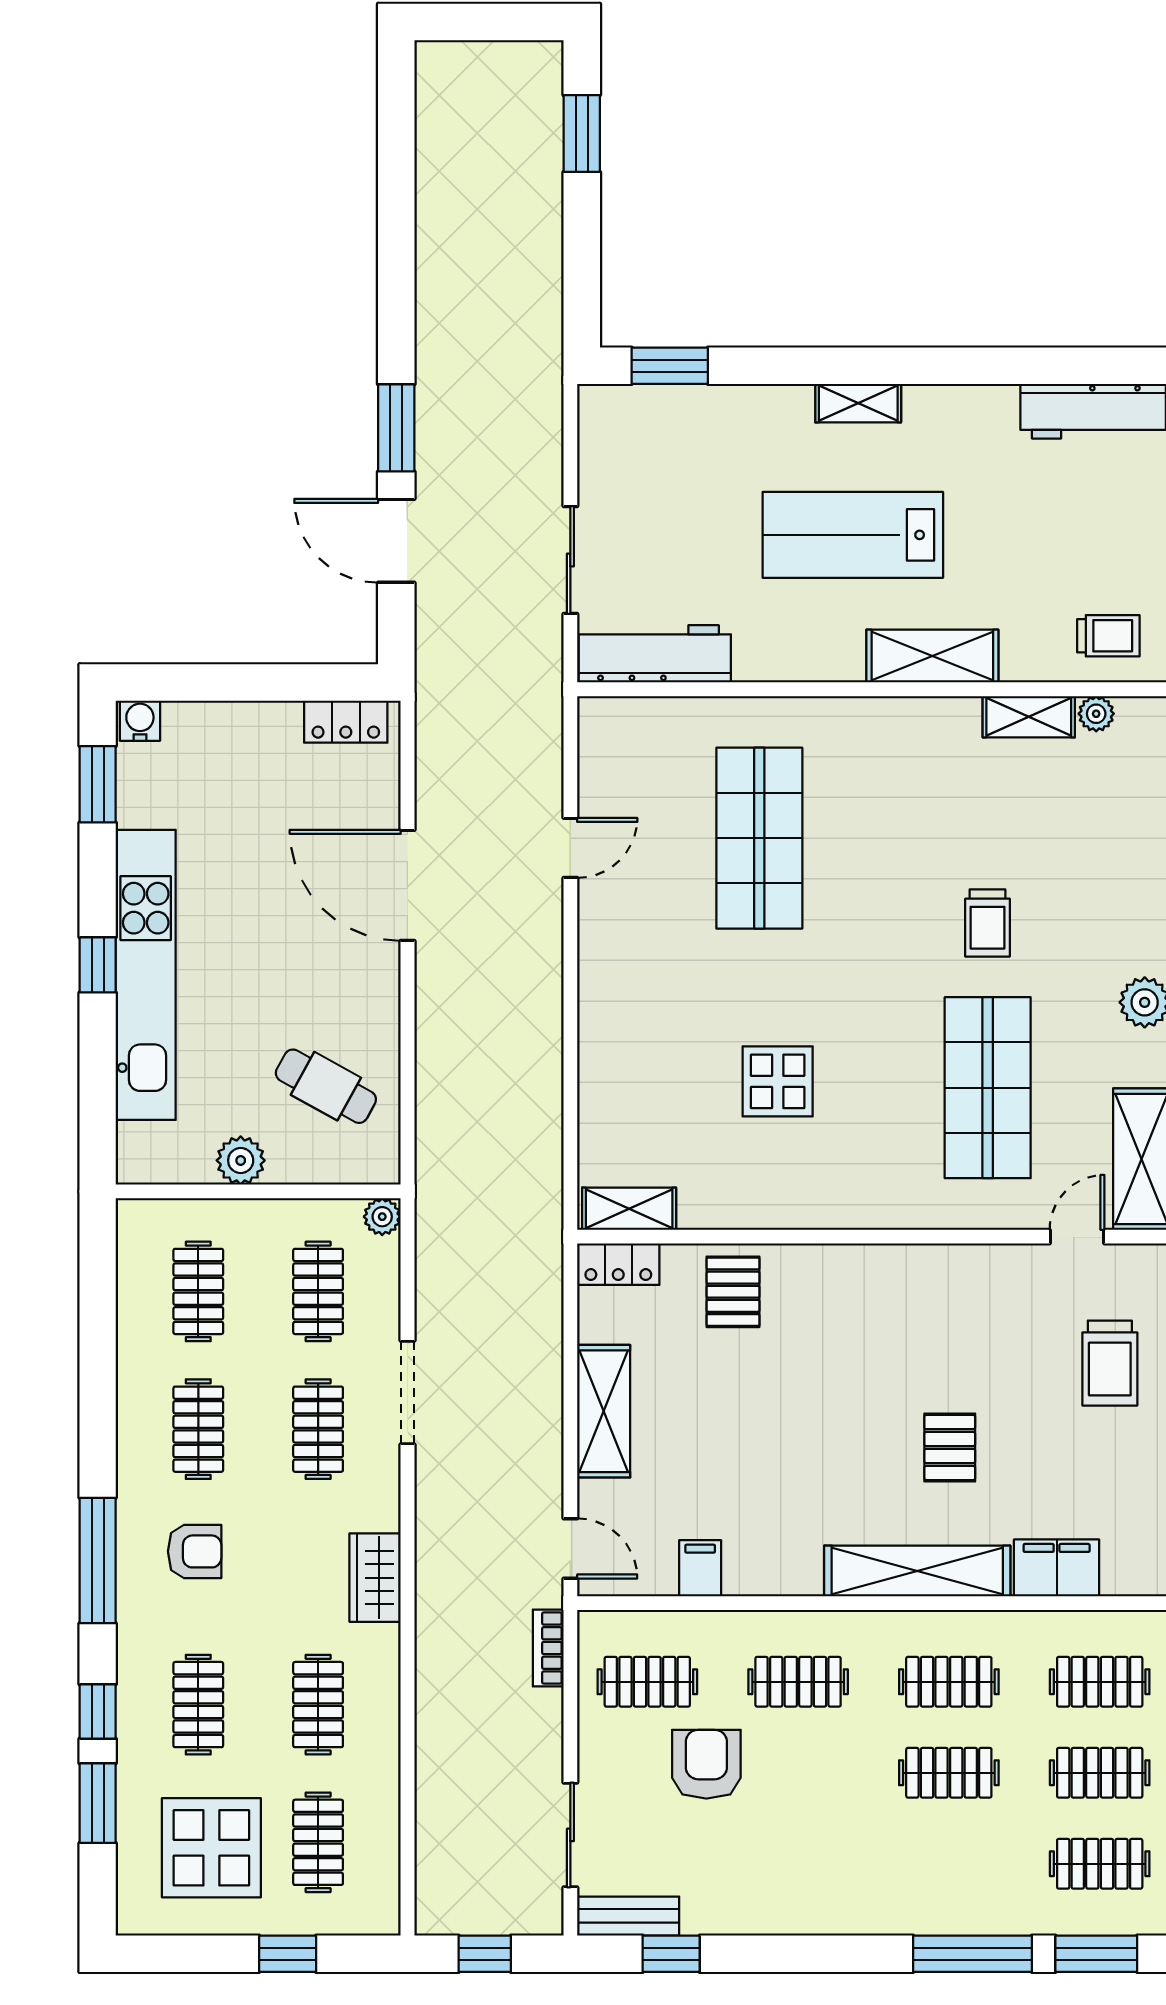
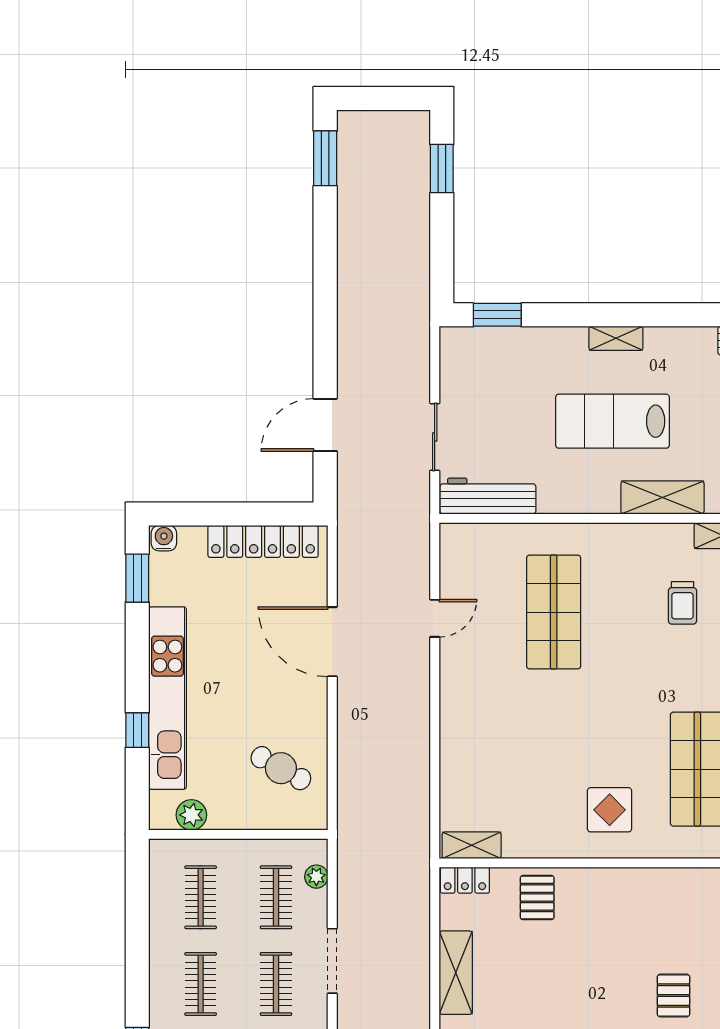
window: (396, 428) -> (325, 158), moved
door: (396, 541) -> (325, 425), hinge flipped
locker: (346, 722) -> (263, 541), width x2.16, depth x1.21
trolley: (987, 923) -> (682, 603), moved
window: (98, 965) -> (137, 730), moved
display table: (778, 1081) -> (610, 810), moved
plant: (241, 1160) -> (191, 815), moved
plant: (382, 1217) -> (316, 877), moved

